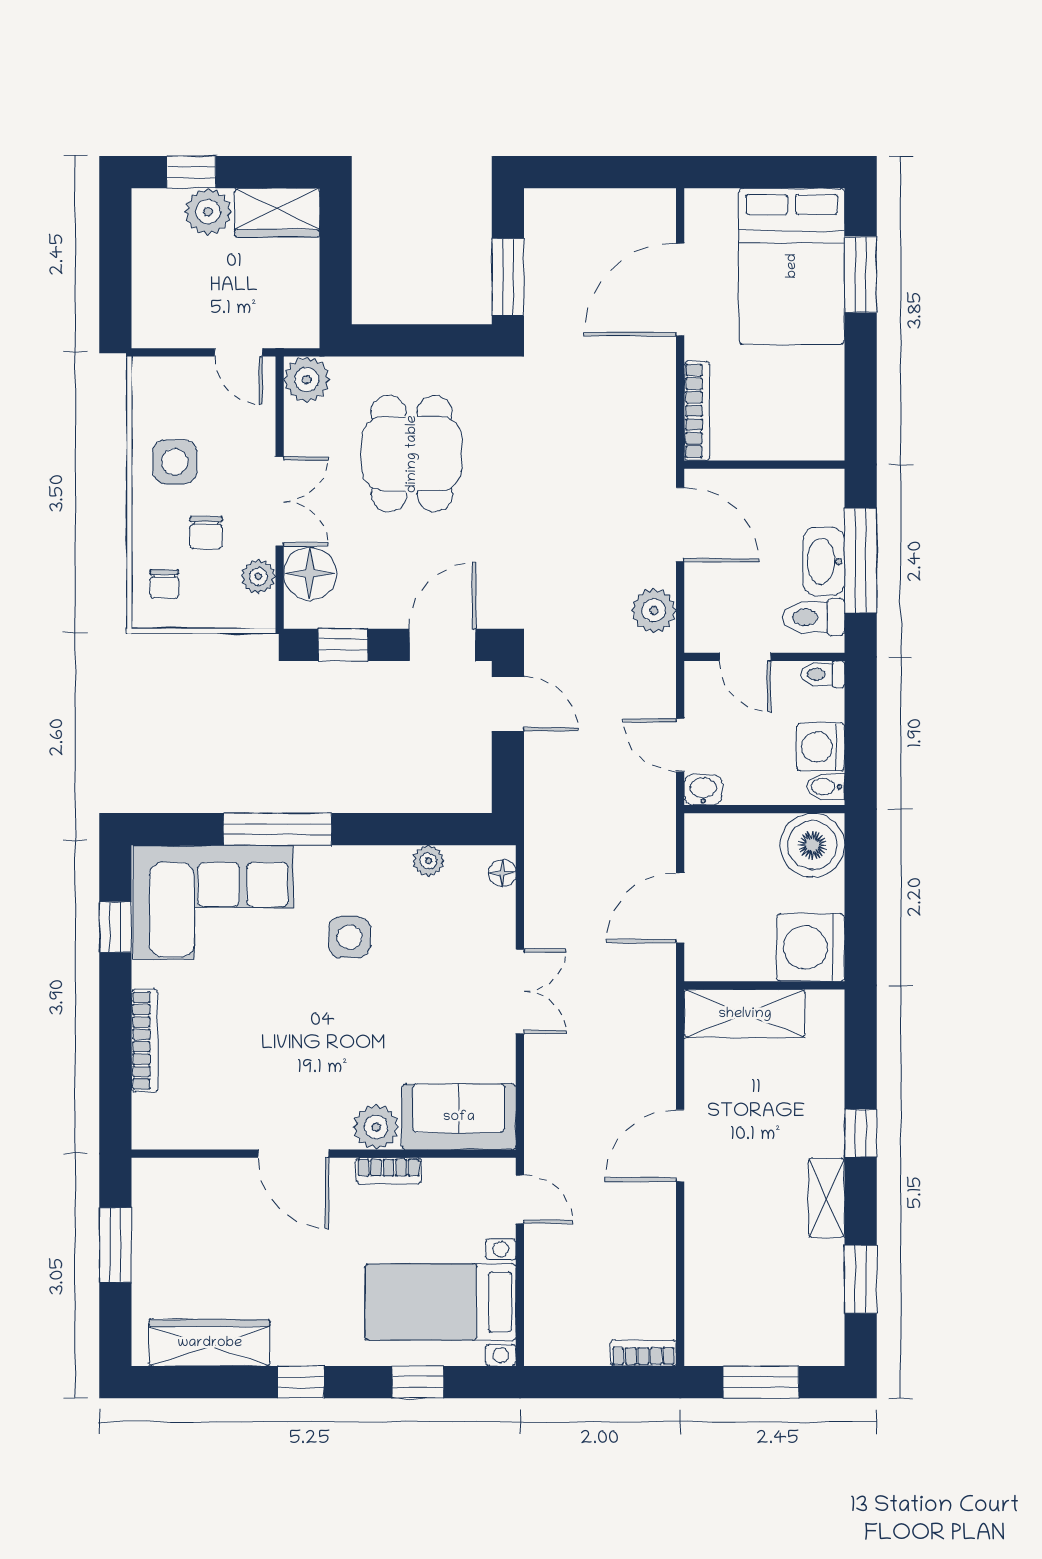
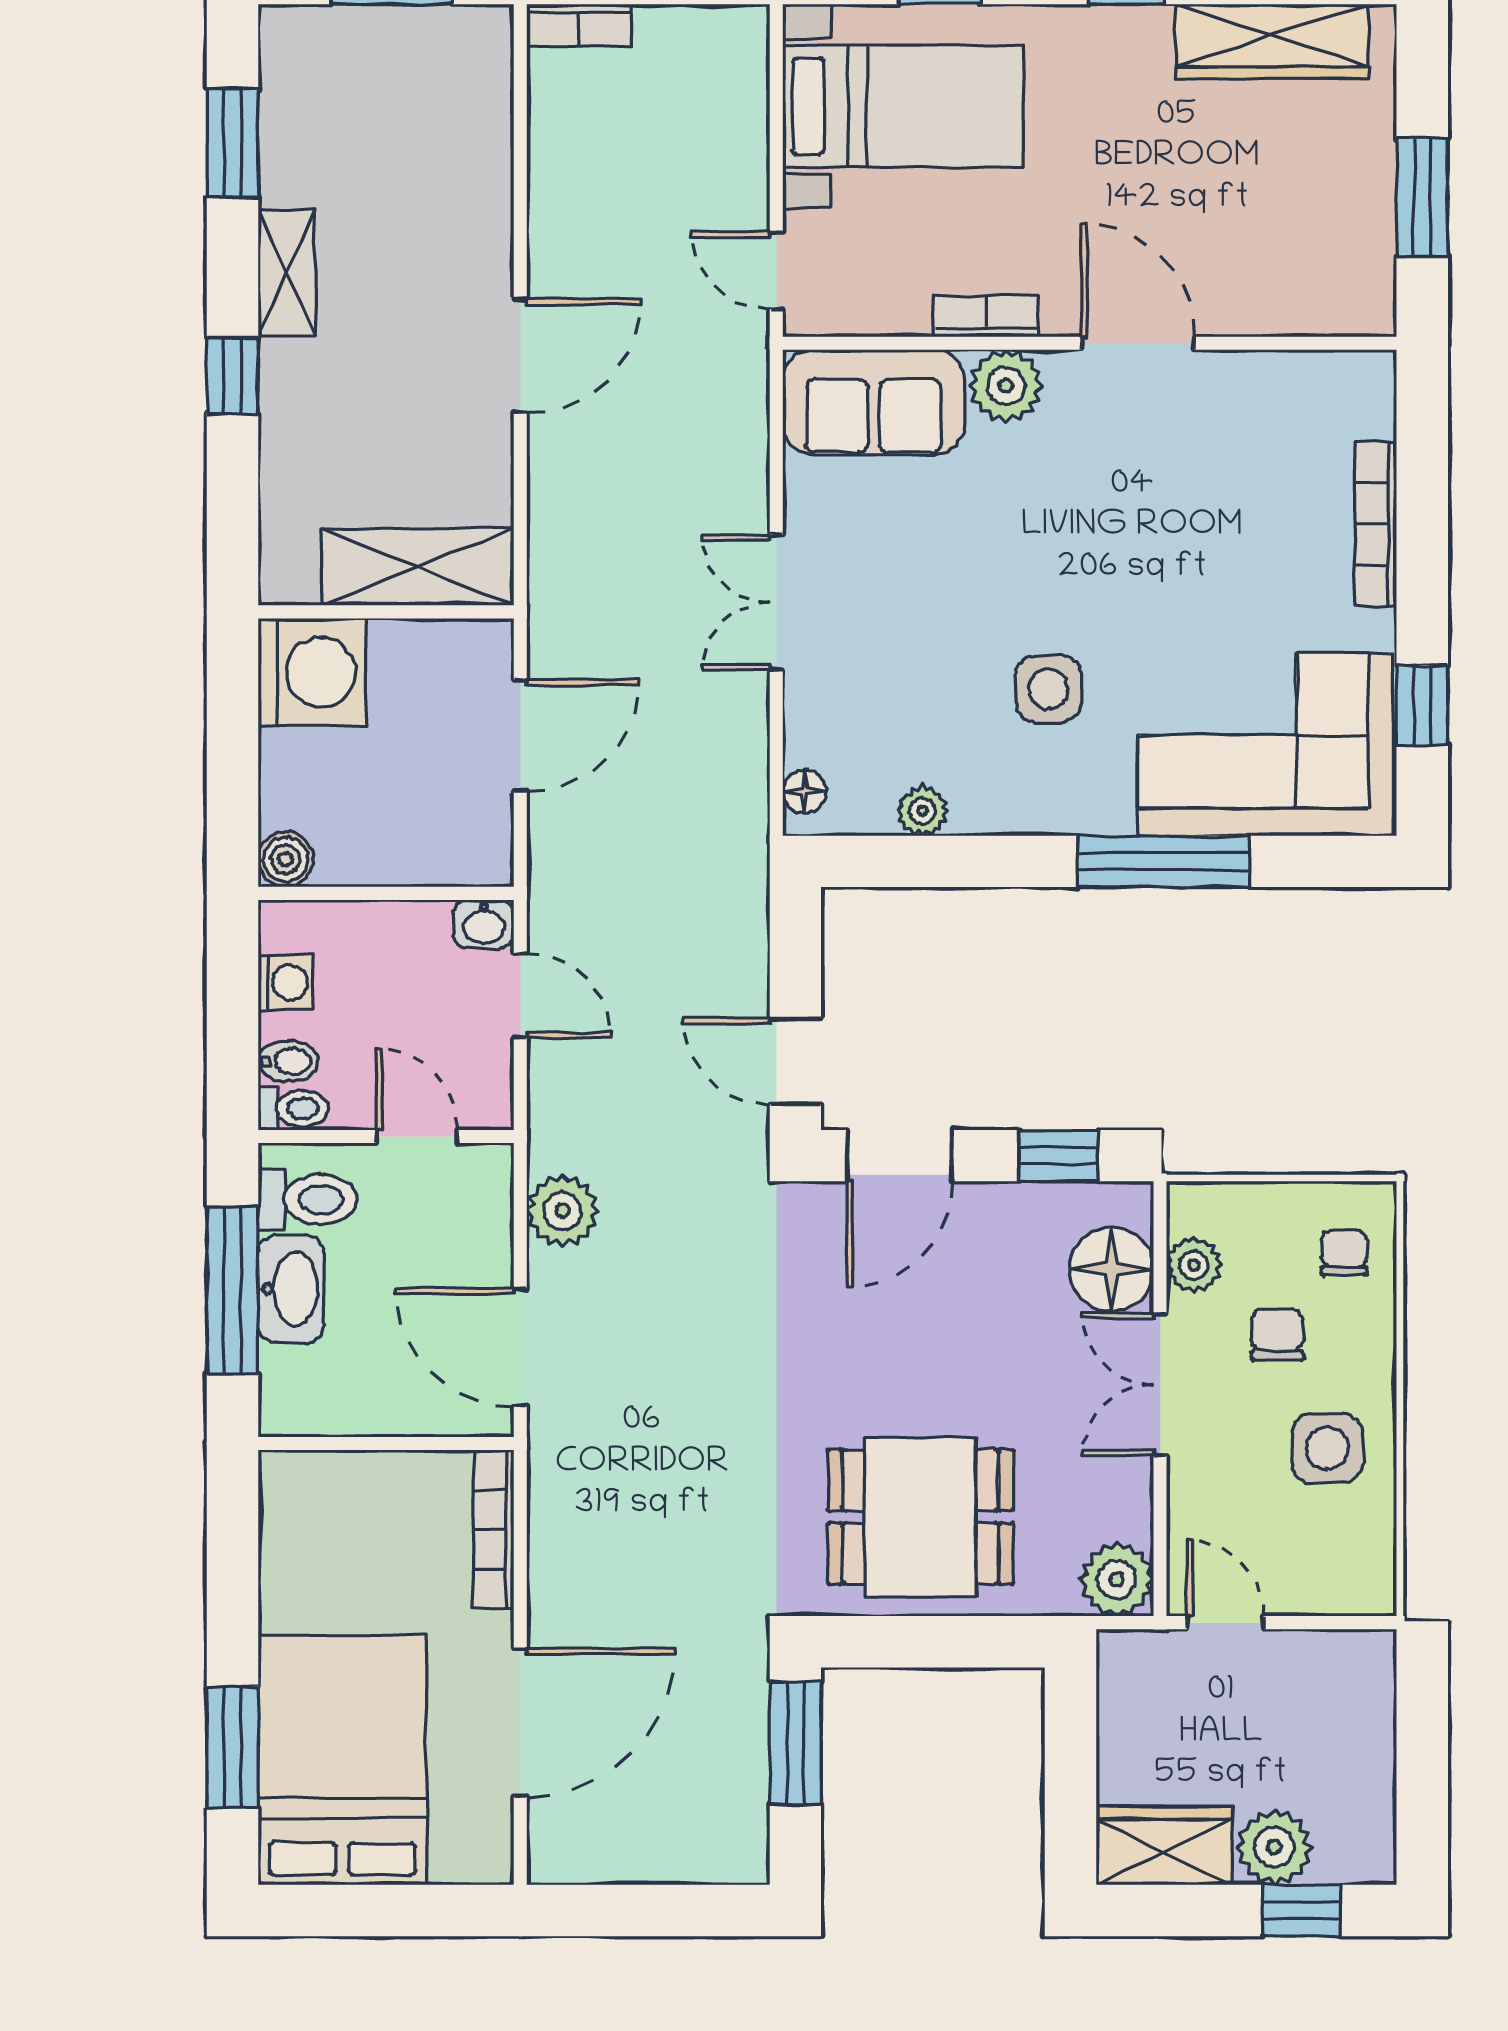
dining table: (412, 454) -> (920, 1517), moved, turned 90
washing machine: (821, 747) -> (286, 982), width x0.73, depth x0.73
bidet: (826, 787) -> (288, 1061), moved
boiler: (812, 845) -> (286, 859), width x0.54, depth x0.54

